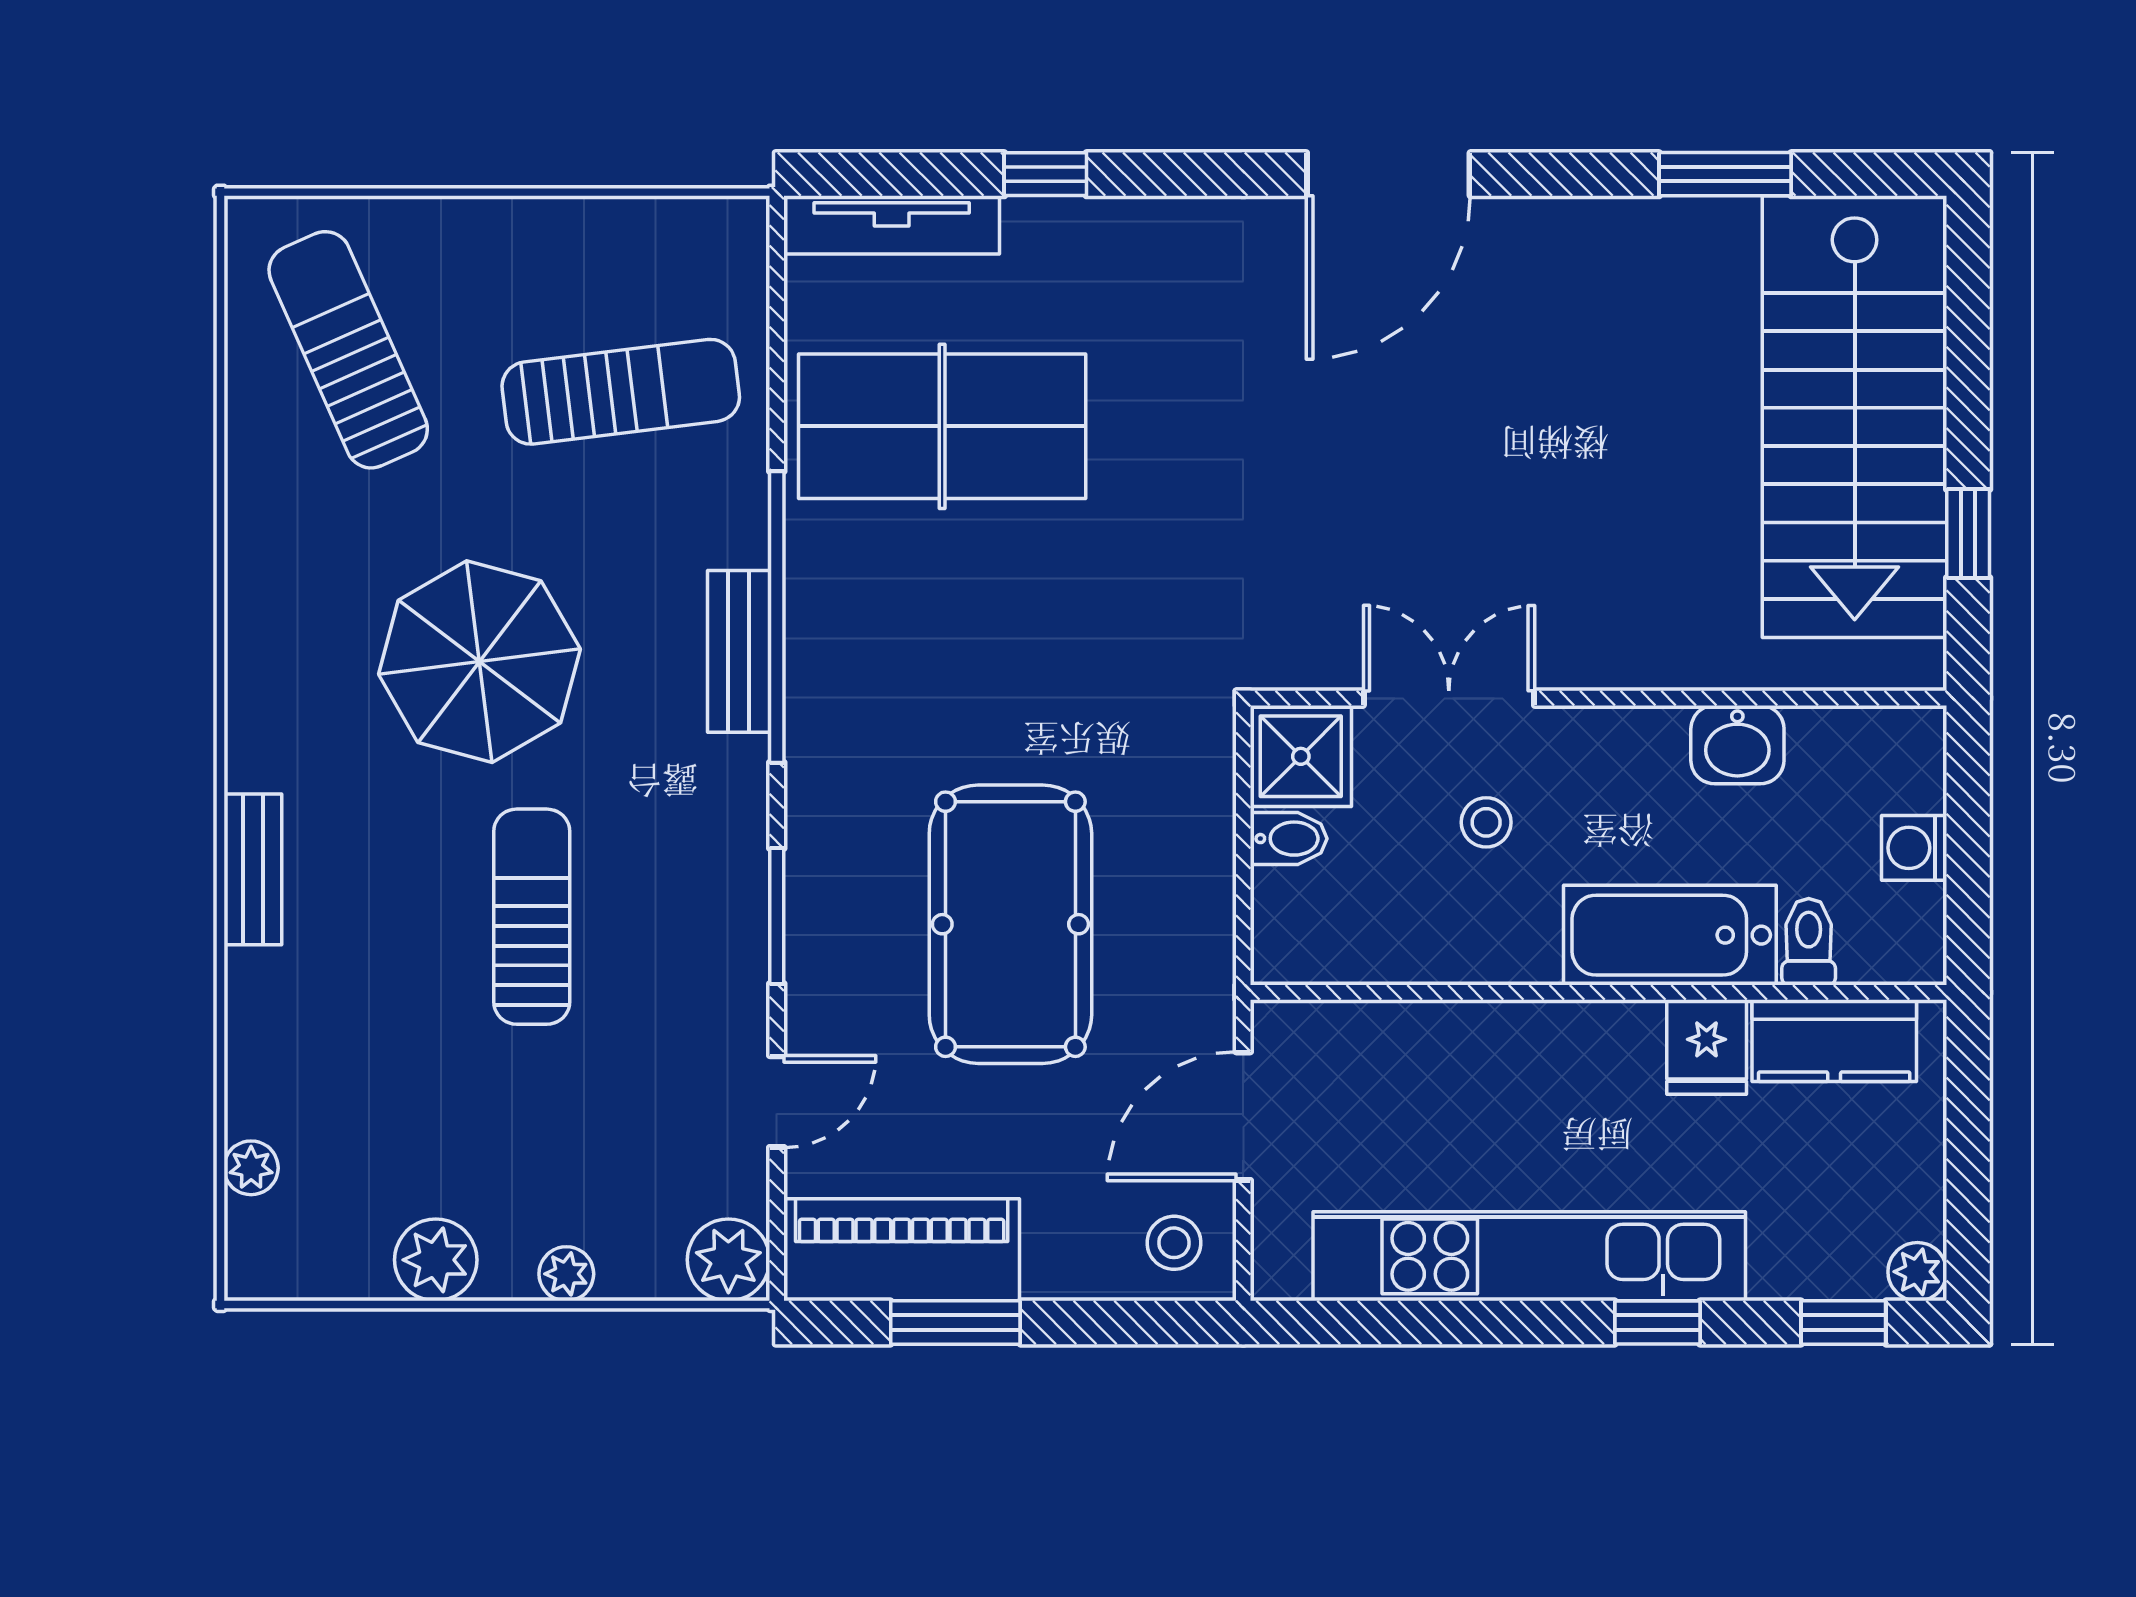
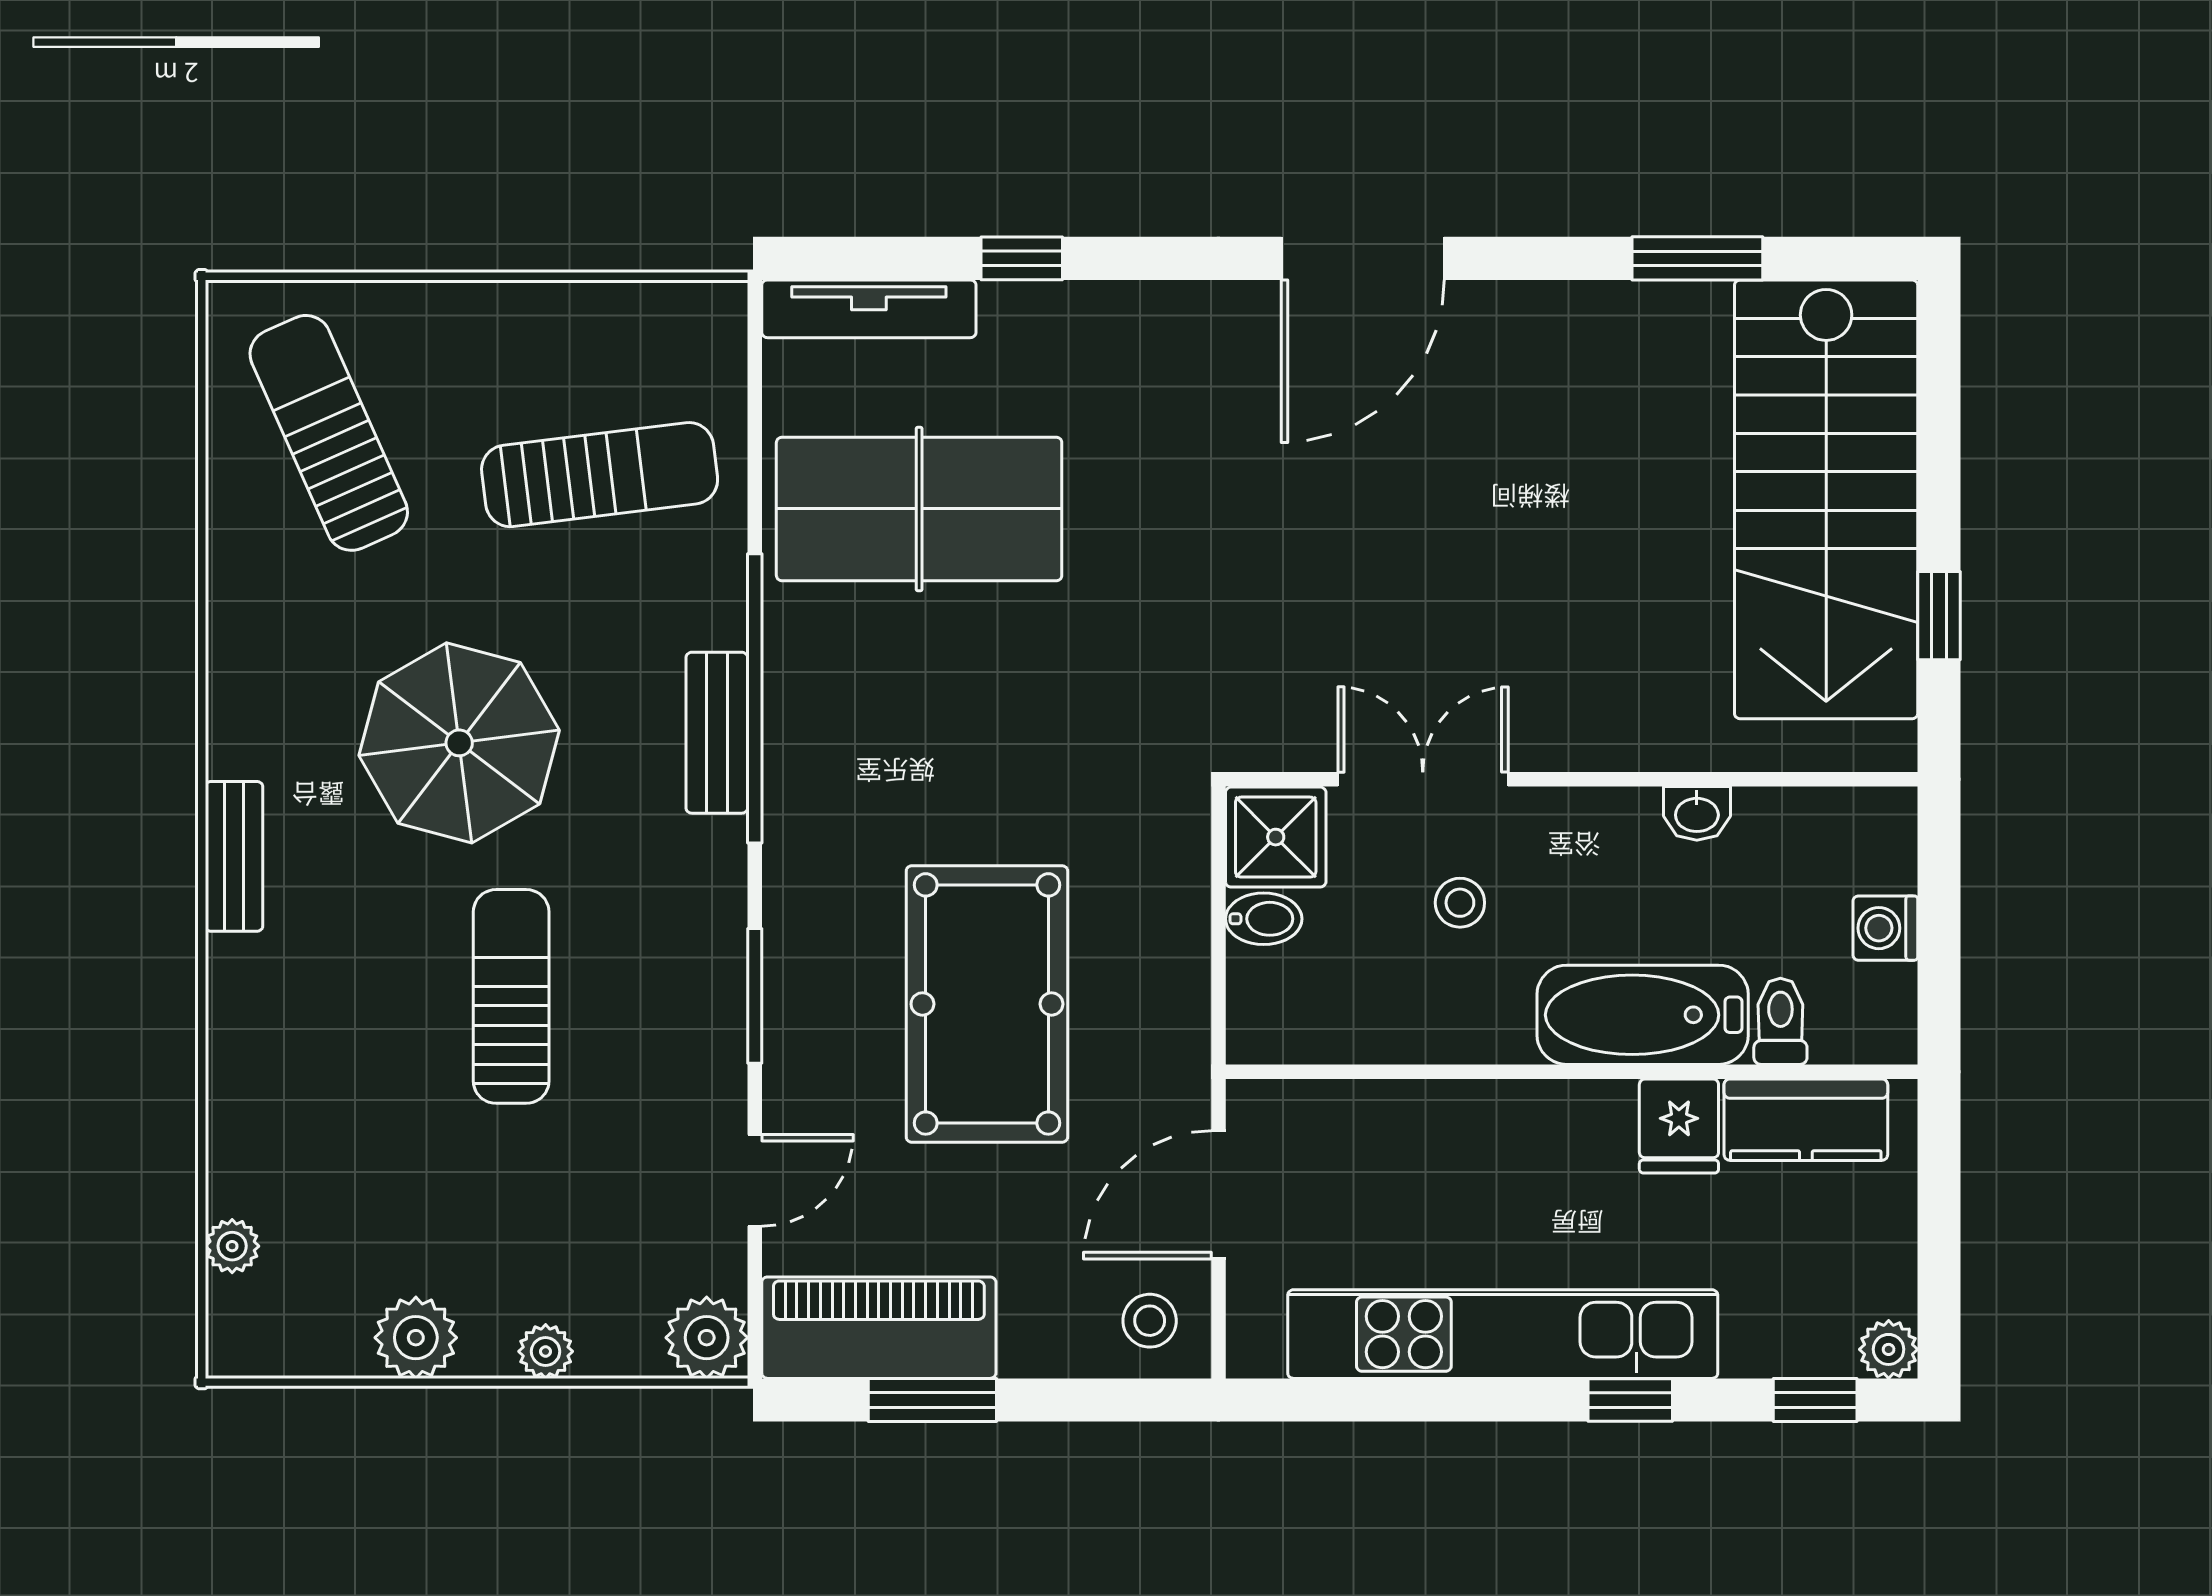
washbasin: (1737, 745) -> (1697, 813), width x0.72, depth x0.69
bench: (253, 869) -> (234, 856), moved

